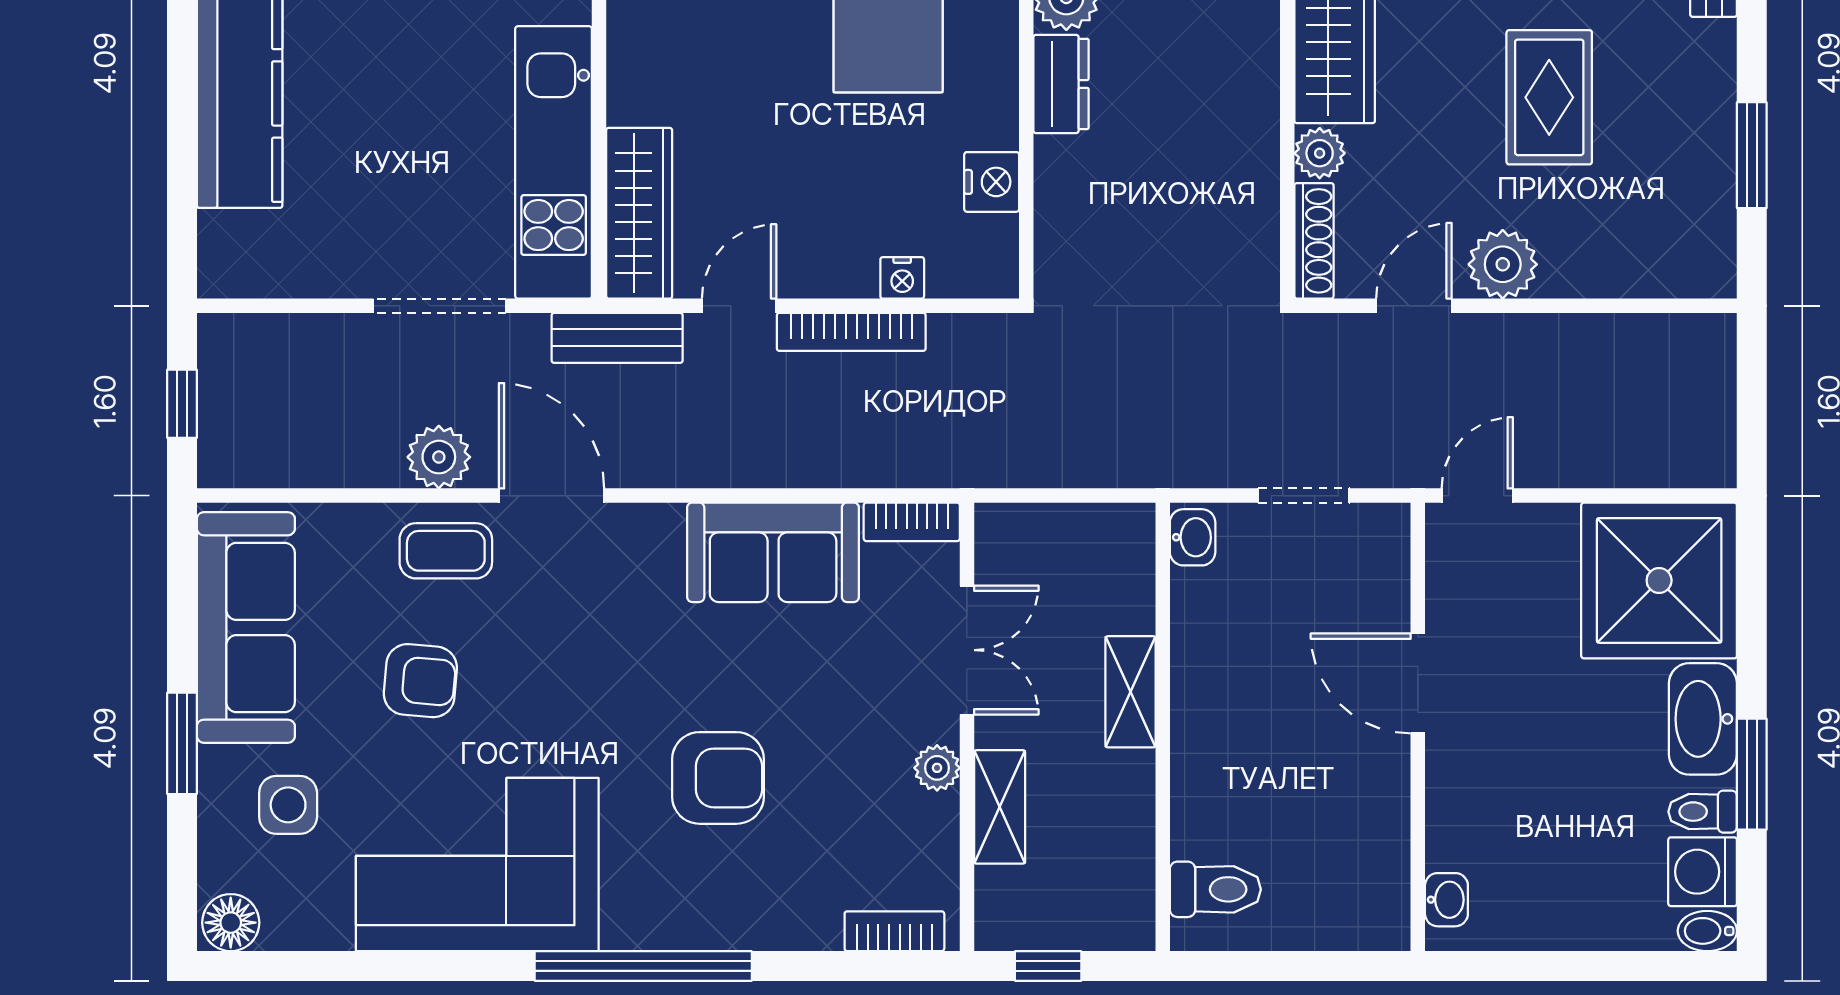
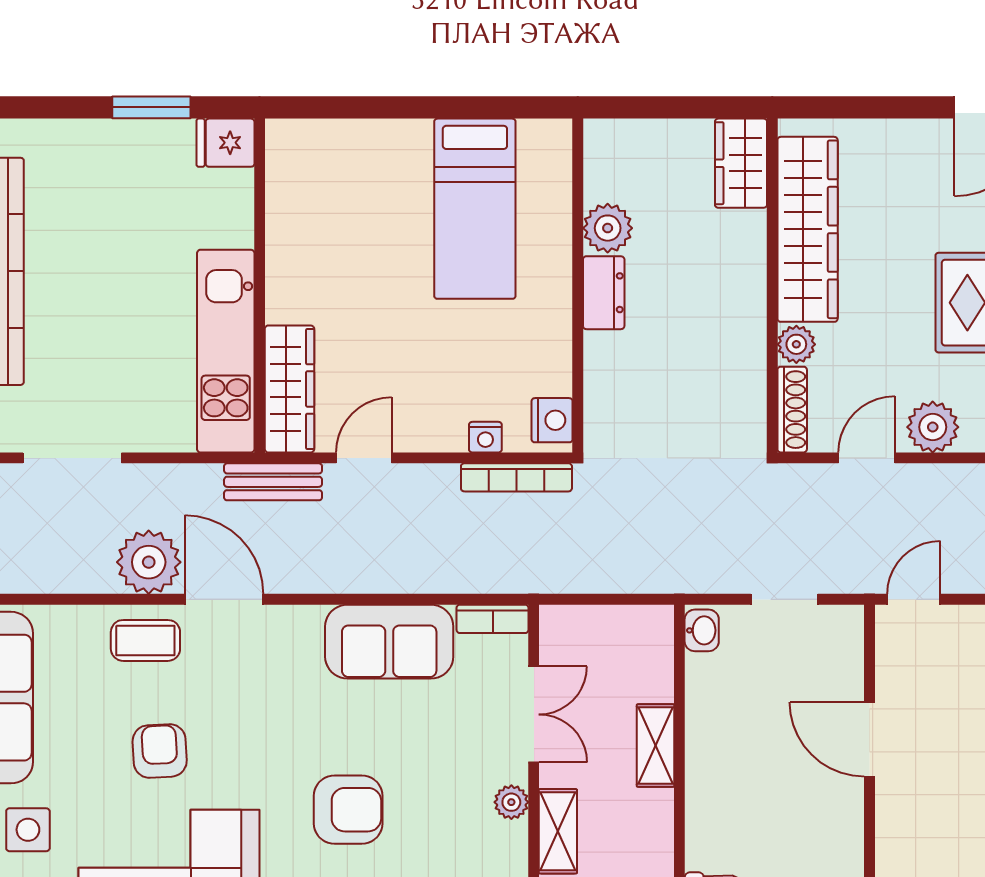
nightstand: (992, 182) -> (552, 420), moved
doorway: (440, 306) -> (72, 458), moved
bookcase: (851, 332) -> (516, 477), moved
plant: (439, 457) -> (149, 562), width x1.36, depth x1.36
armchair: (420, 681) -> (160, 751), moved, turned -98

